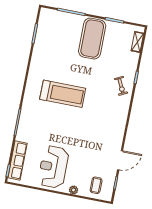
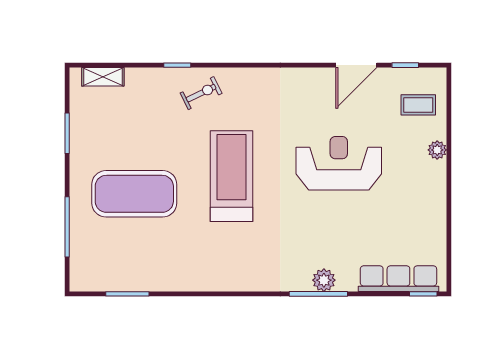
exercise mat: (92, 39) -> (134, 194), moved
treadmill: (63, 94) -> (232, 176), moved
plant: (23, 126) -> (324, 280), added
door: (120, 160) -> (356, 65), swing flipped
reception desk: (53, 167) -> (339, 163), moved, turned 180

